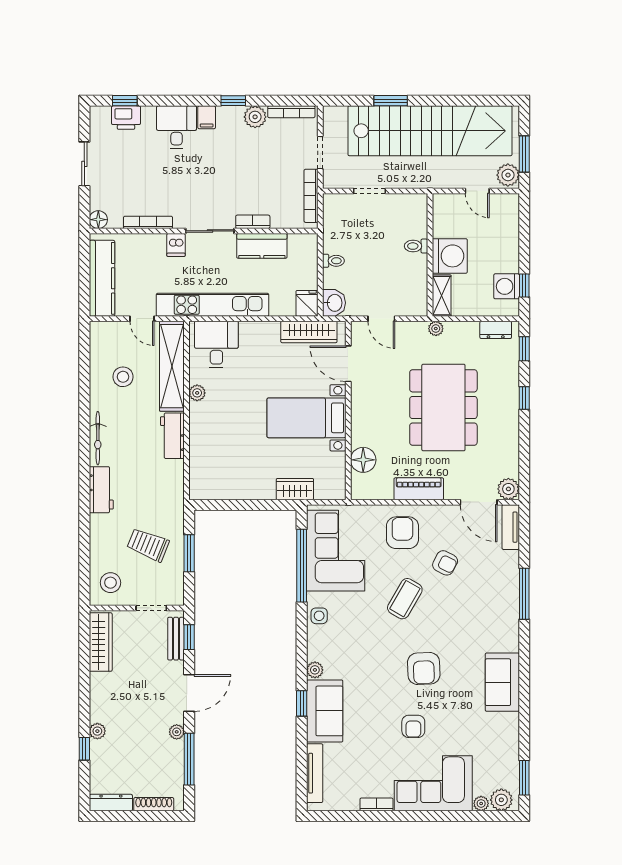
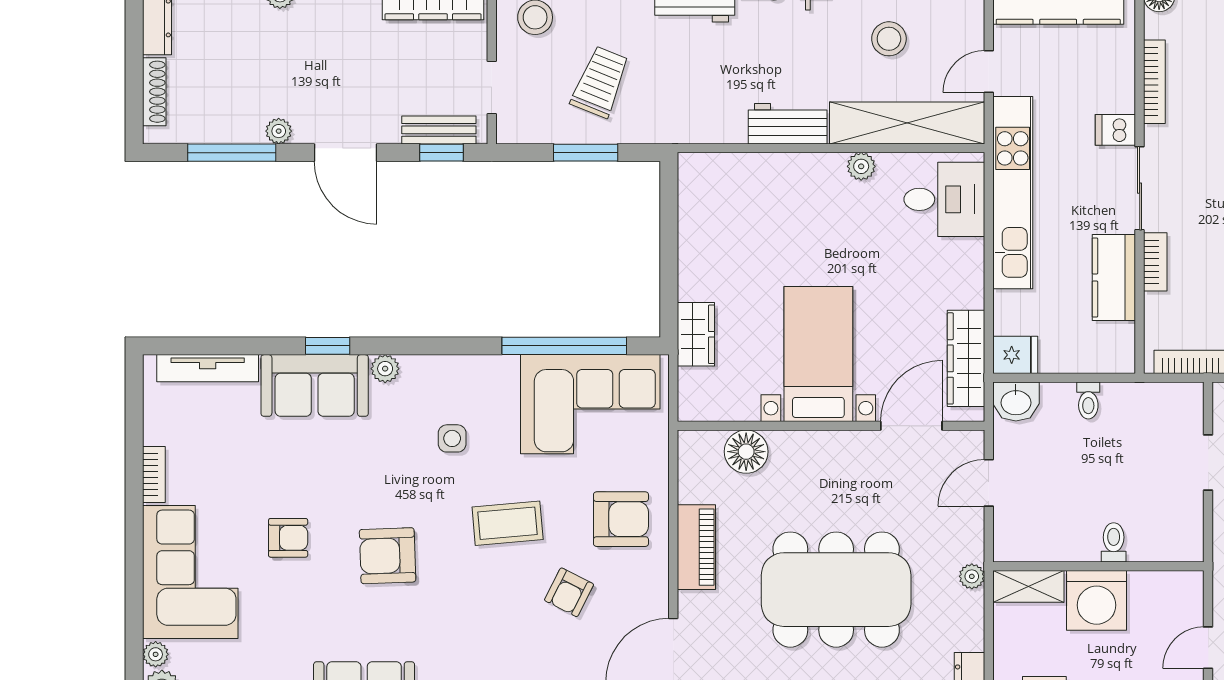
coffee table: (405, 599) -> (508, 523), turned -35
side table: (319, 616) -> (452, 438), moved
armchair: (413, 726) -> (288, 538), turned 180

